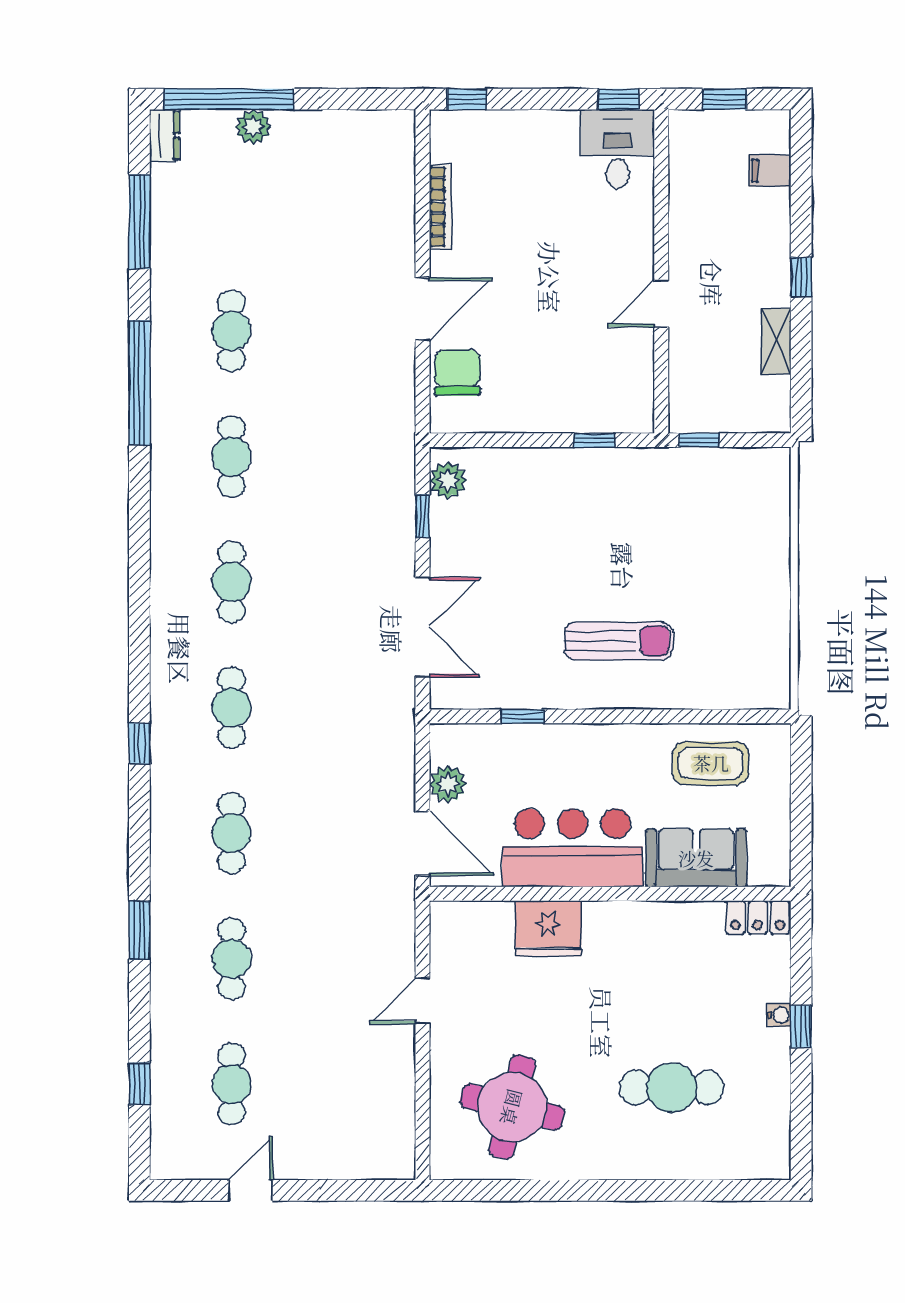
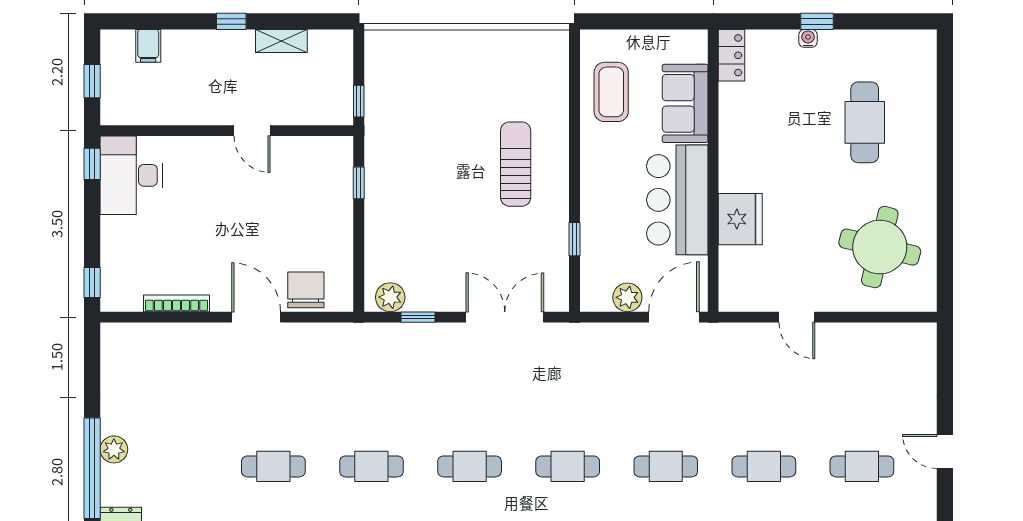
desk: (618, 149) -> (131, 175), width x1.37
chair: (457, 373) -> (306, 290), turned 90

